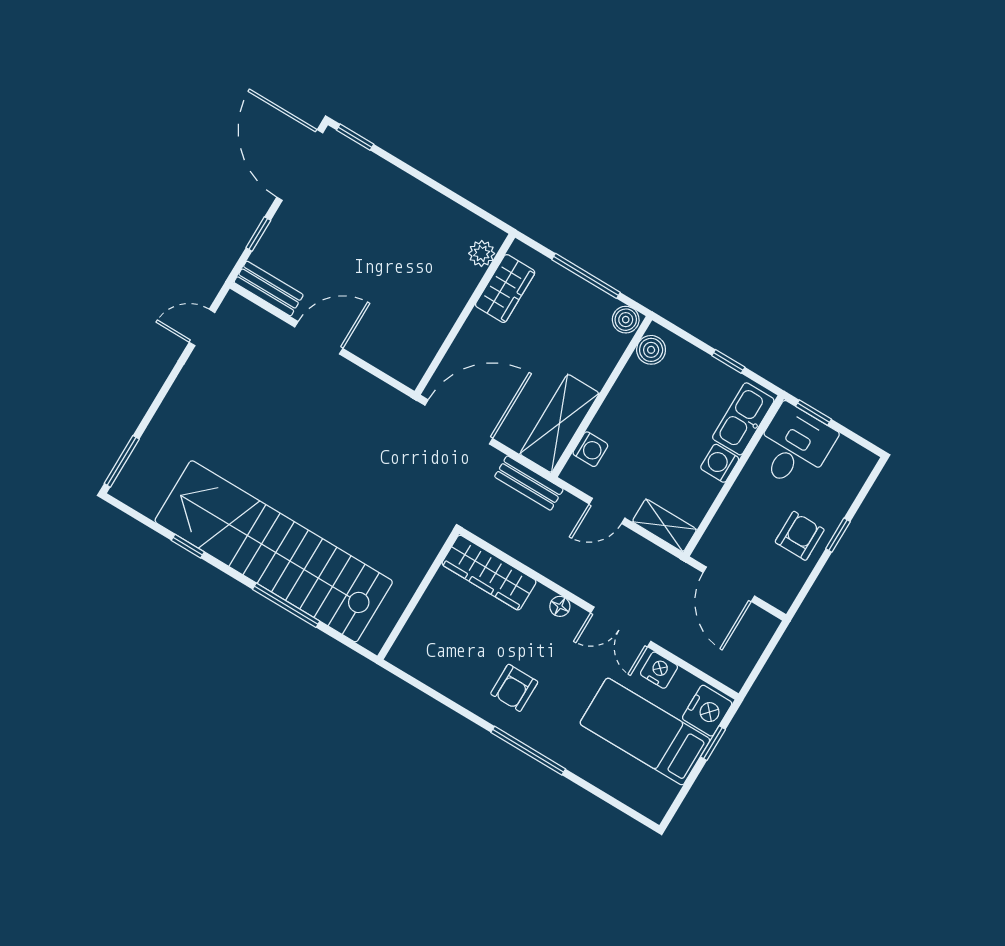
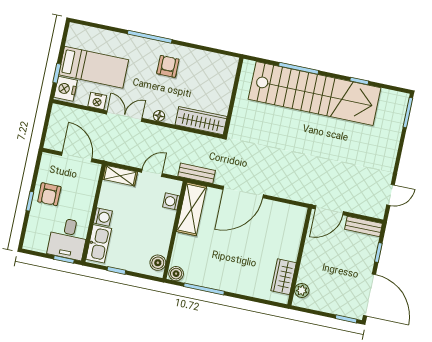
plant: (482, 253) -> (302, 290), moved
wardrobe: (505, 289) -> (284, 277), moved
wall: (465, 314) -> (300, 257), moved

